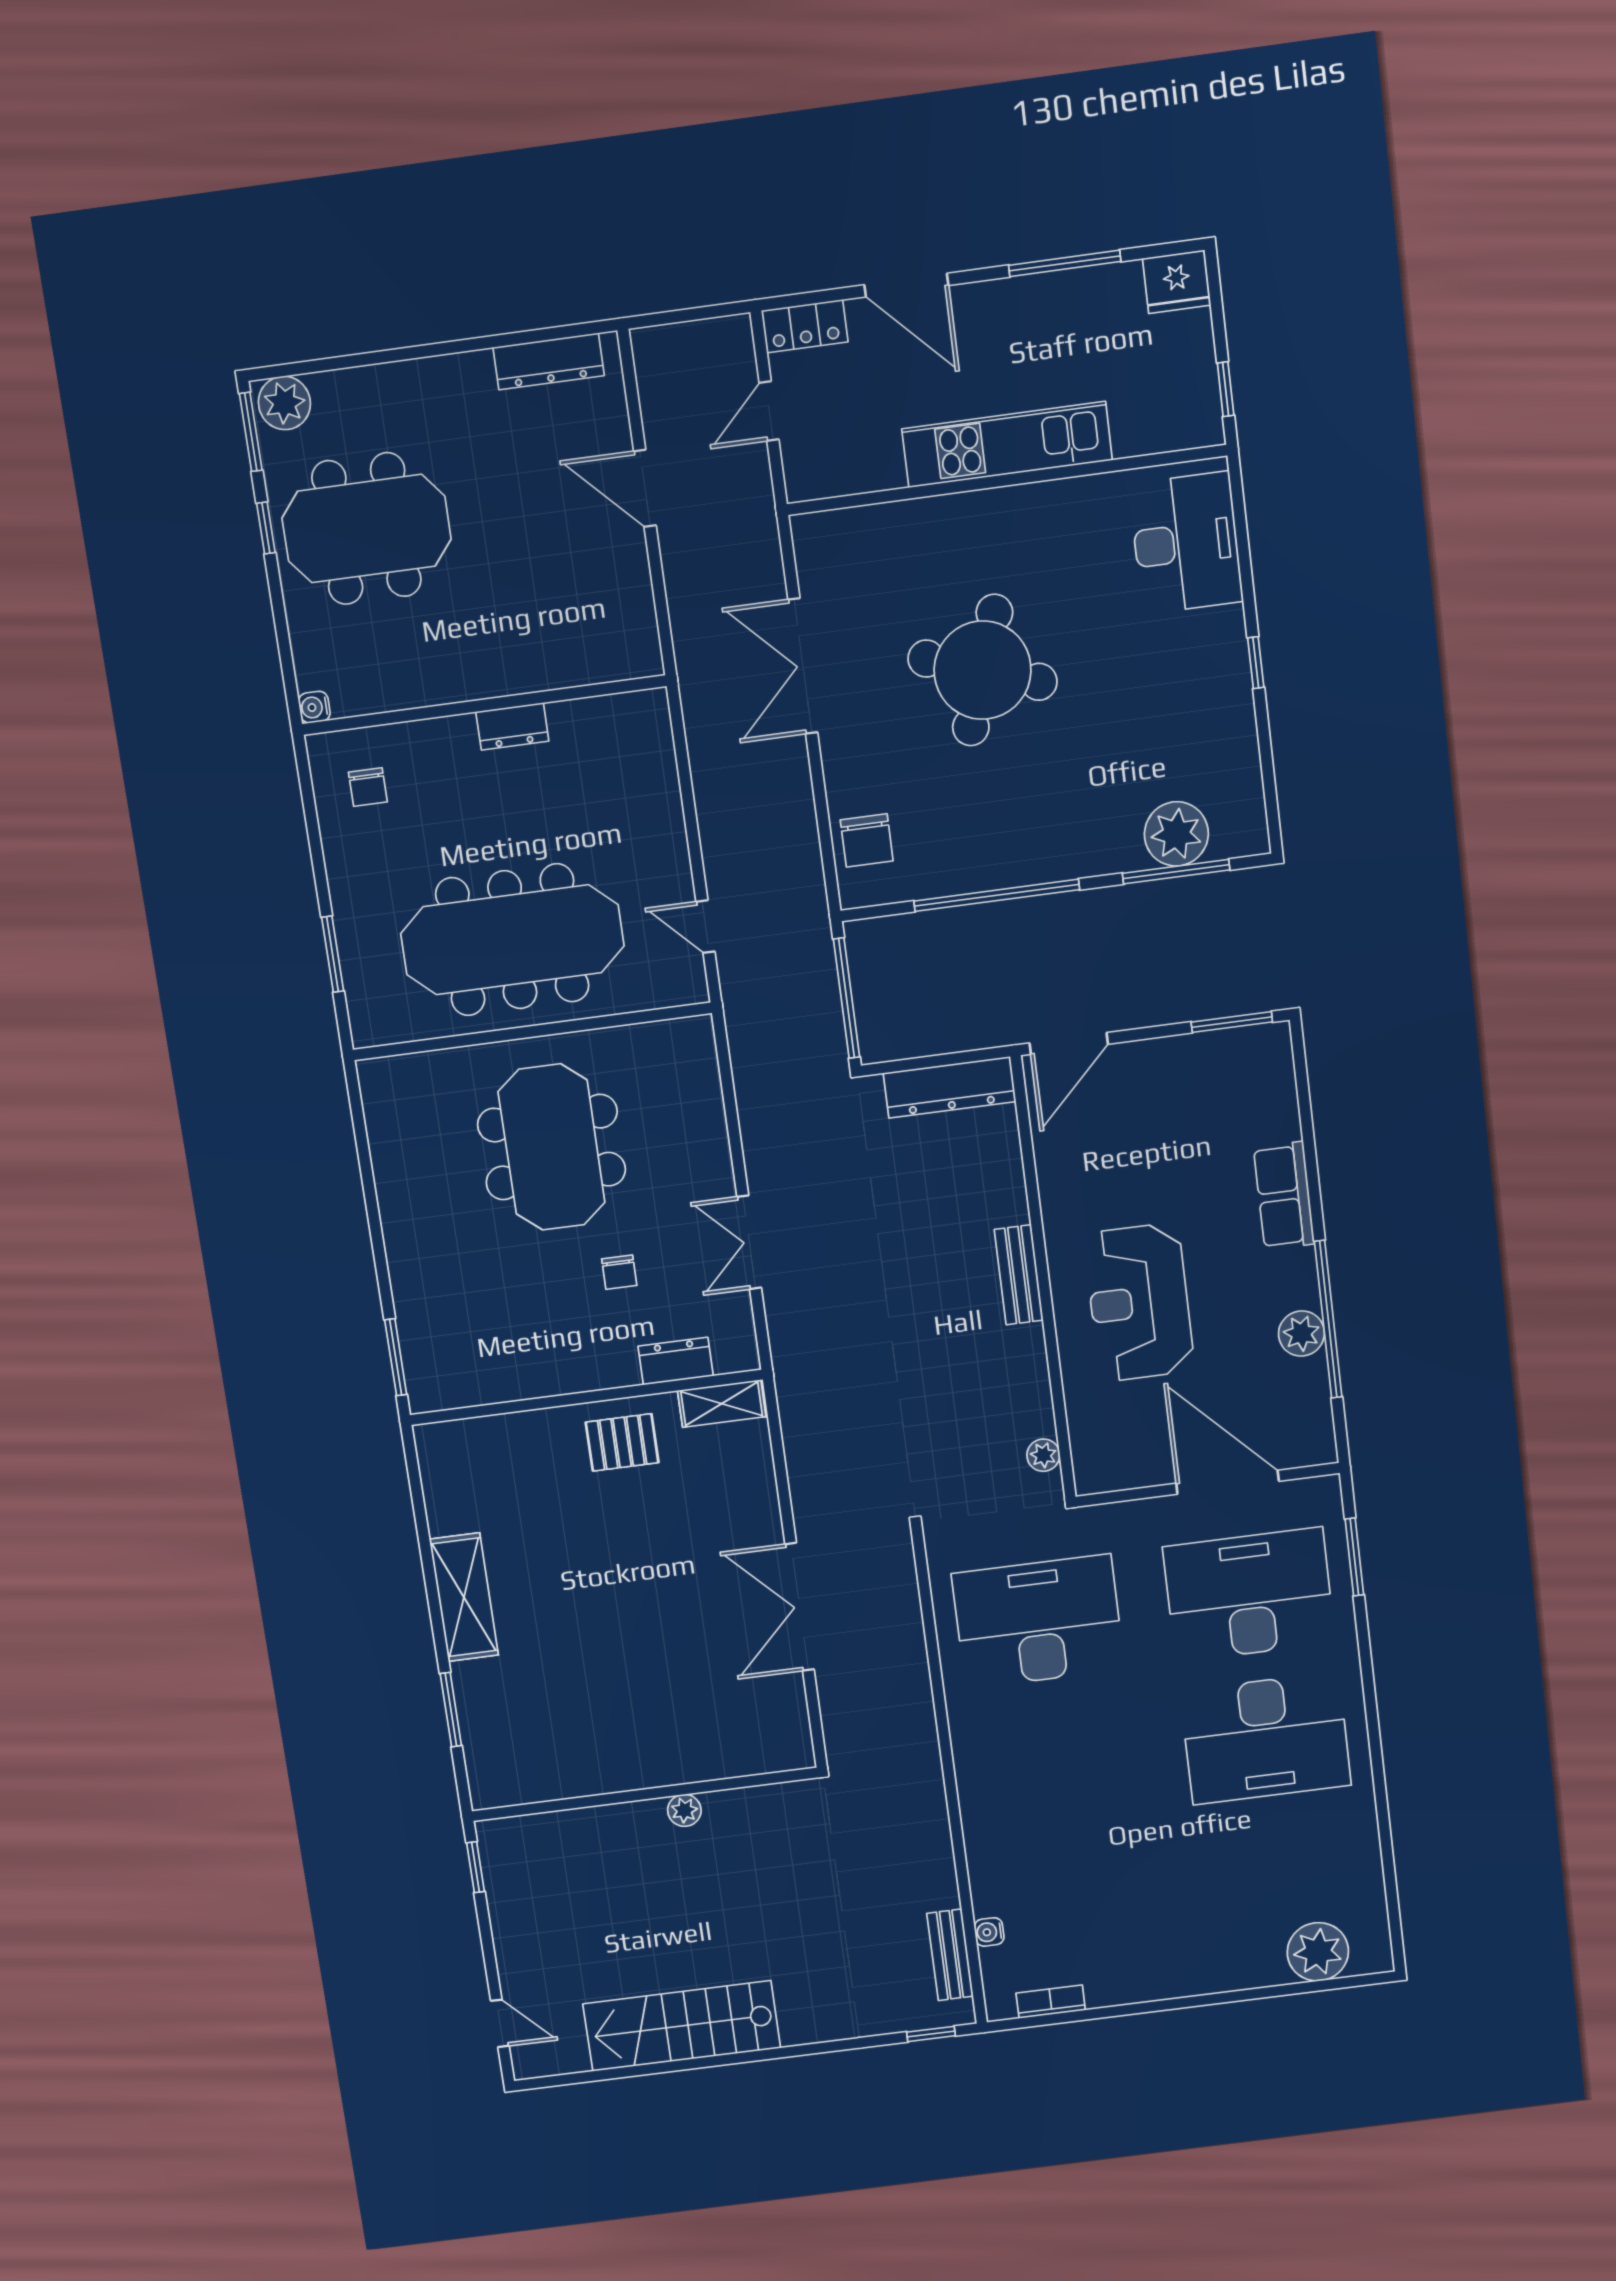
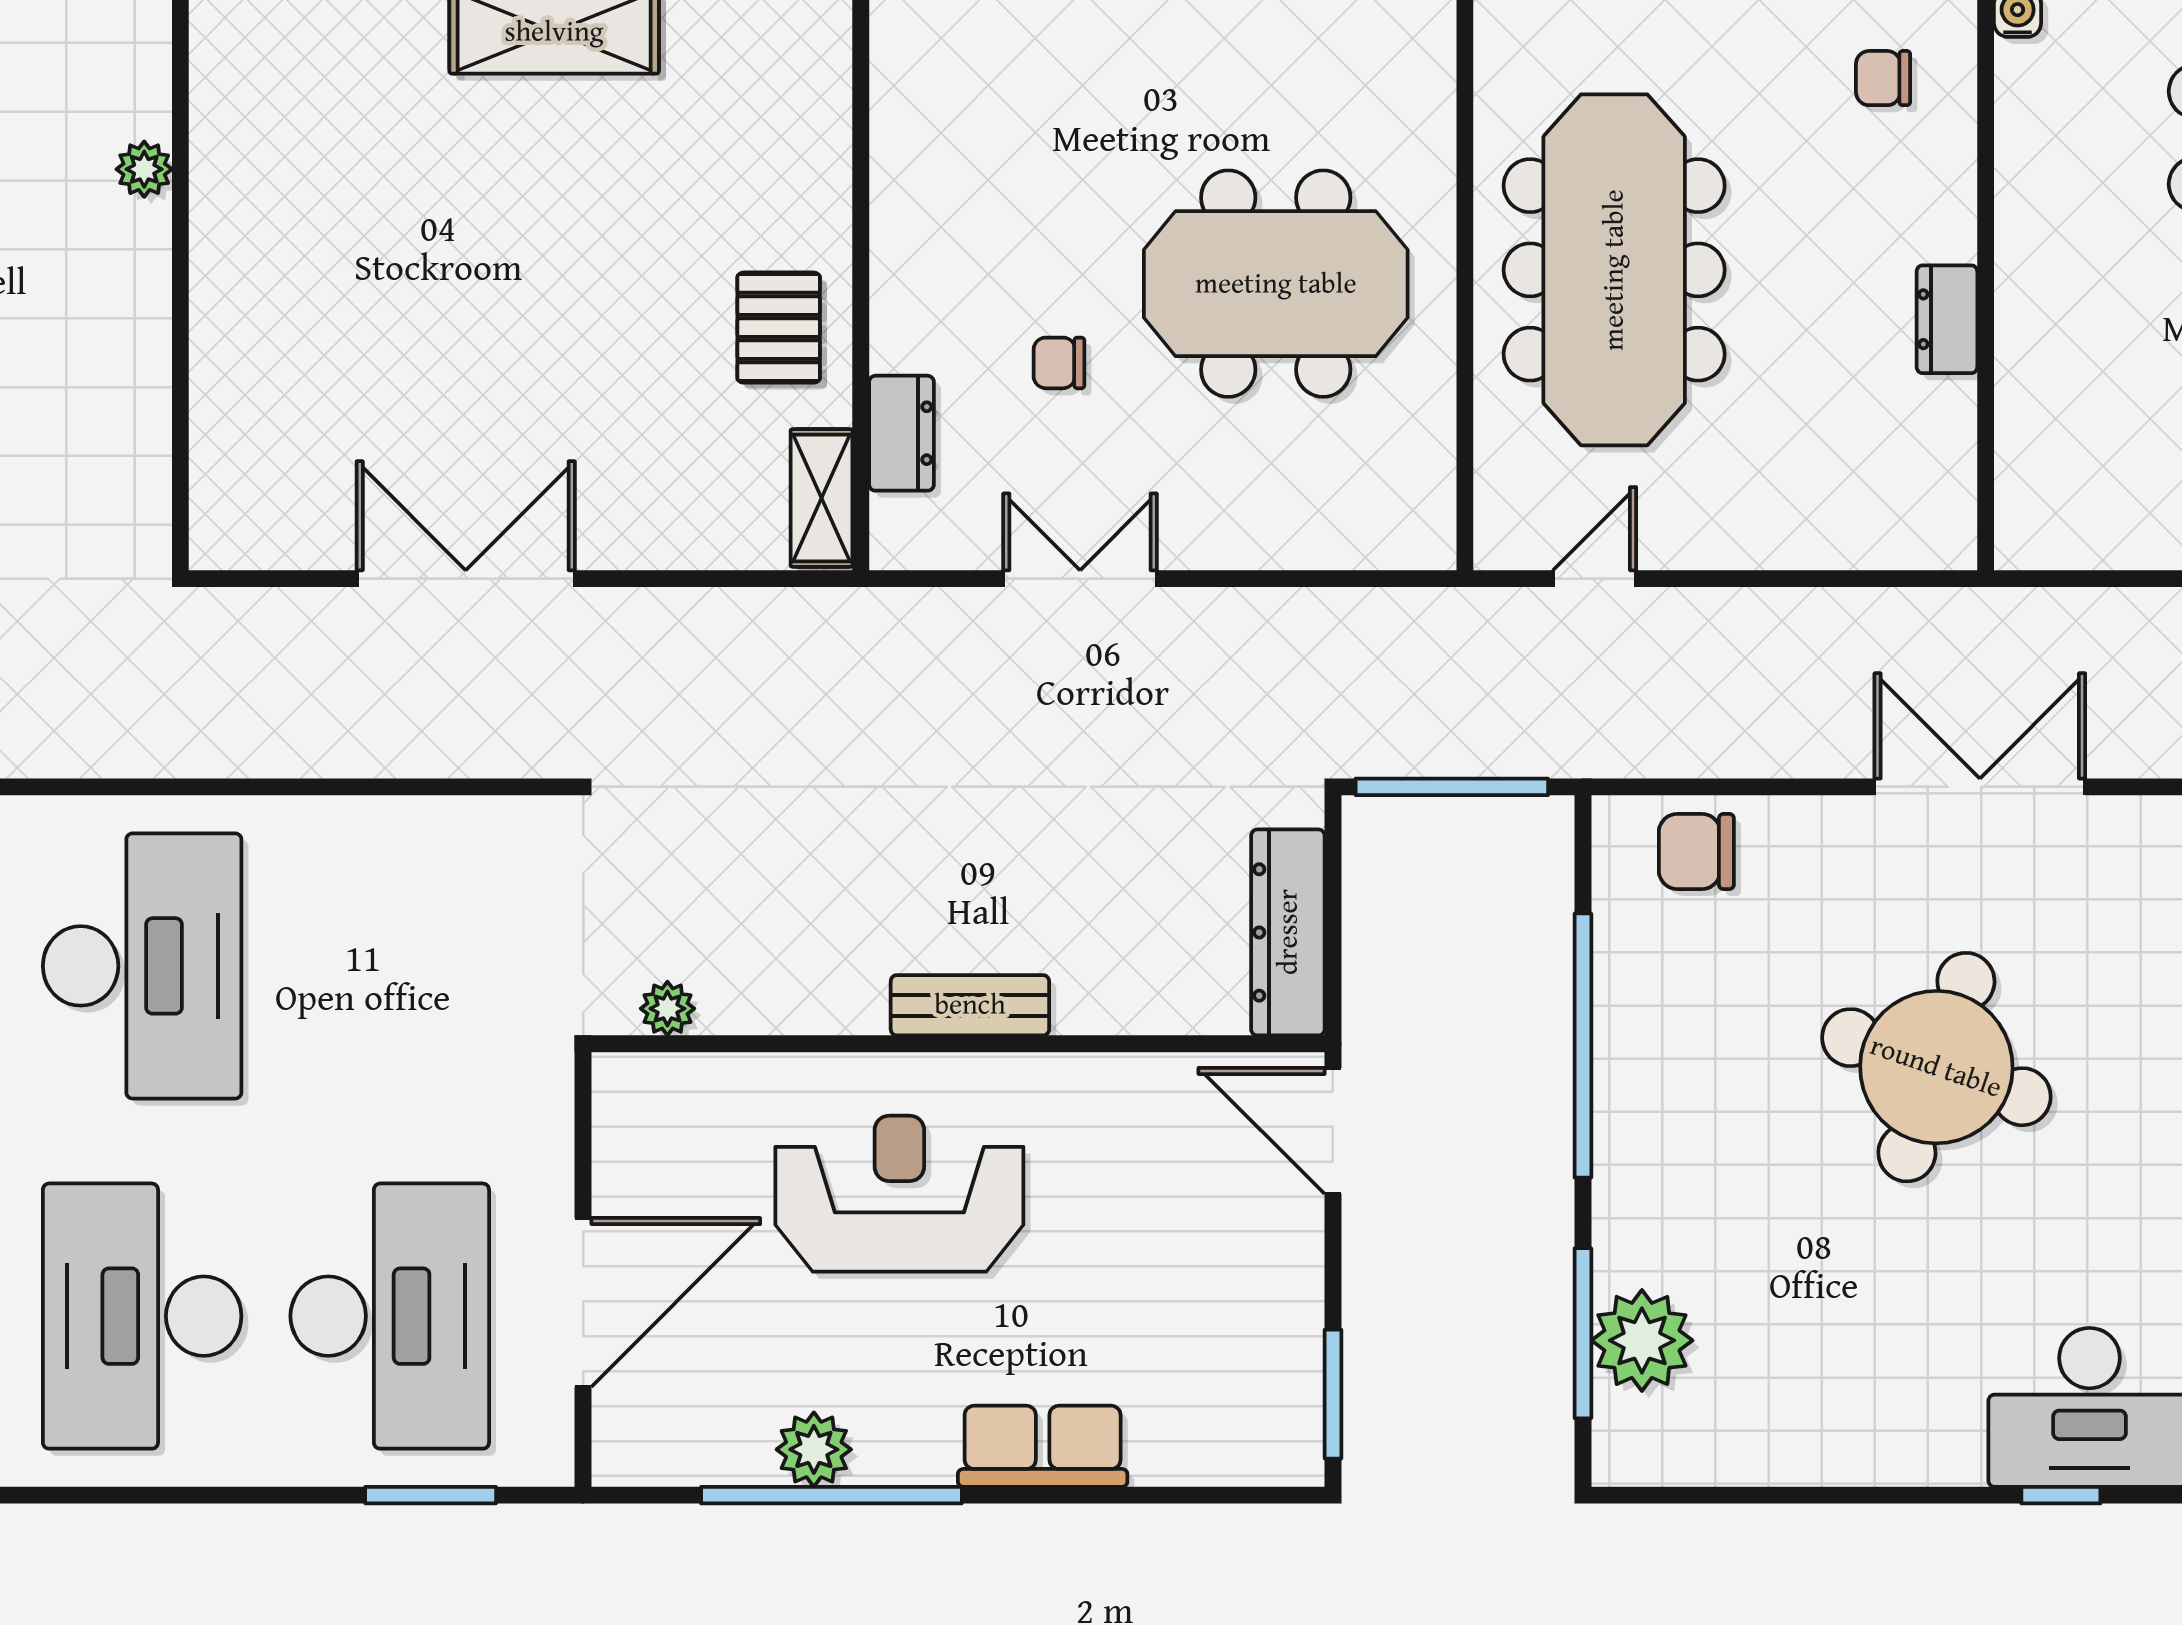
window: (1256, 663) -> (2061, 1495), moved
desk: (1038, 1622) -> (142, 966), moved
plant: (684, 1810) -> (144, 169), moved

